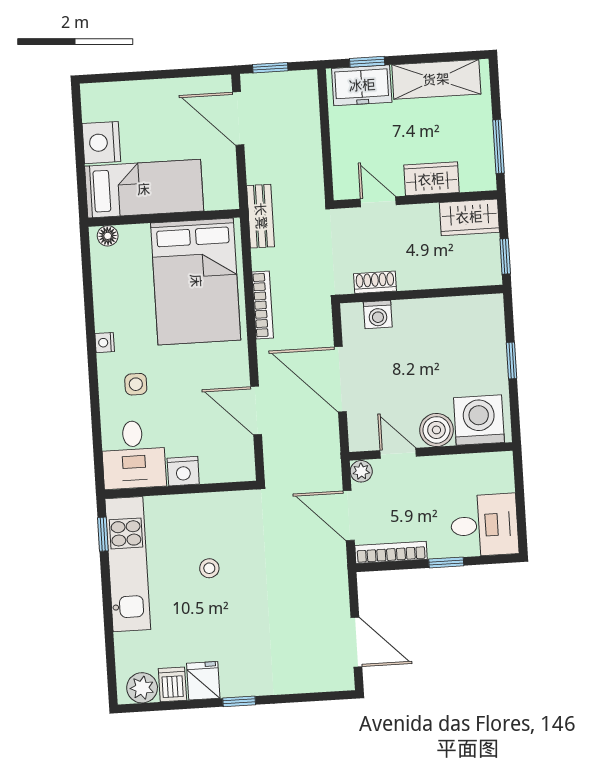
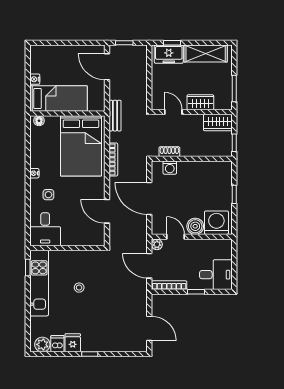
nightstand: (101, 143) -> (35, 79), width x0.53, depth x0.56
nightstand: (183, 471) -> (69, 239), removed

